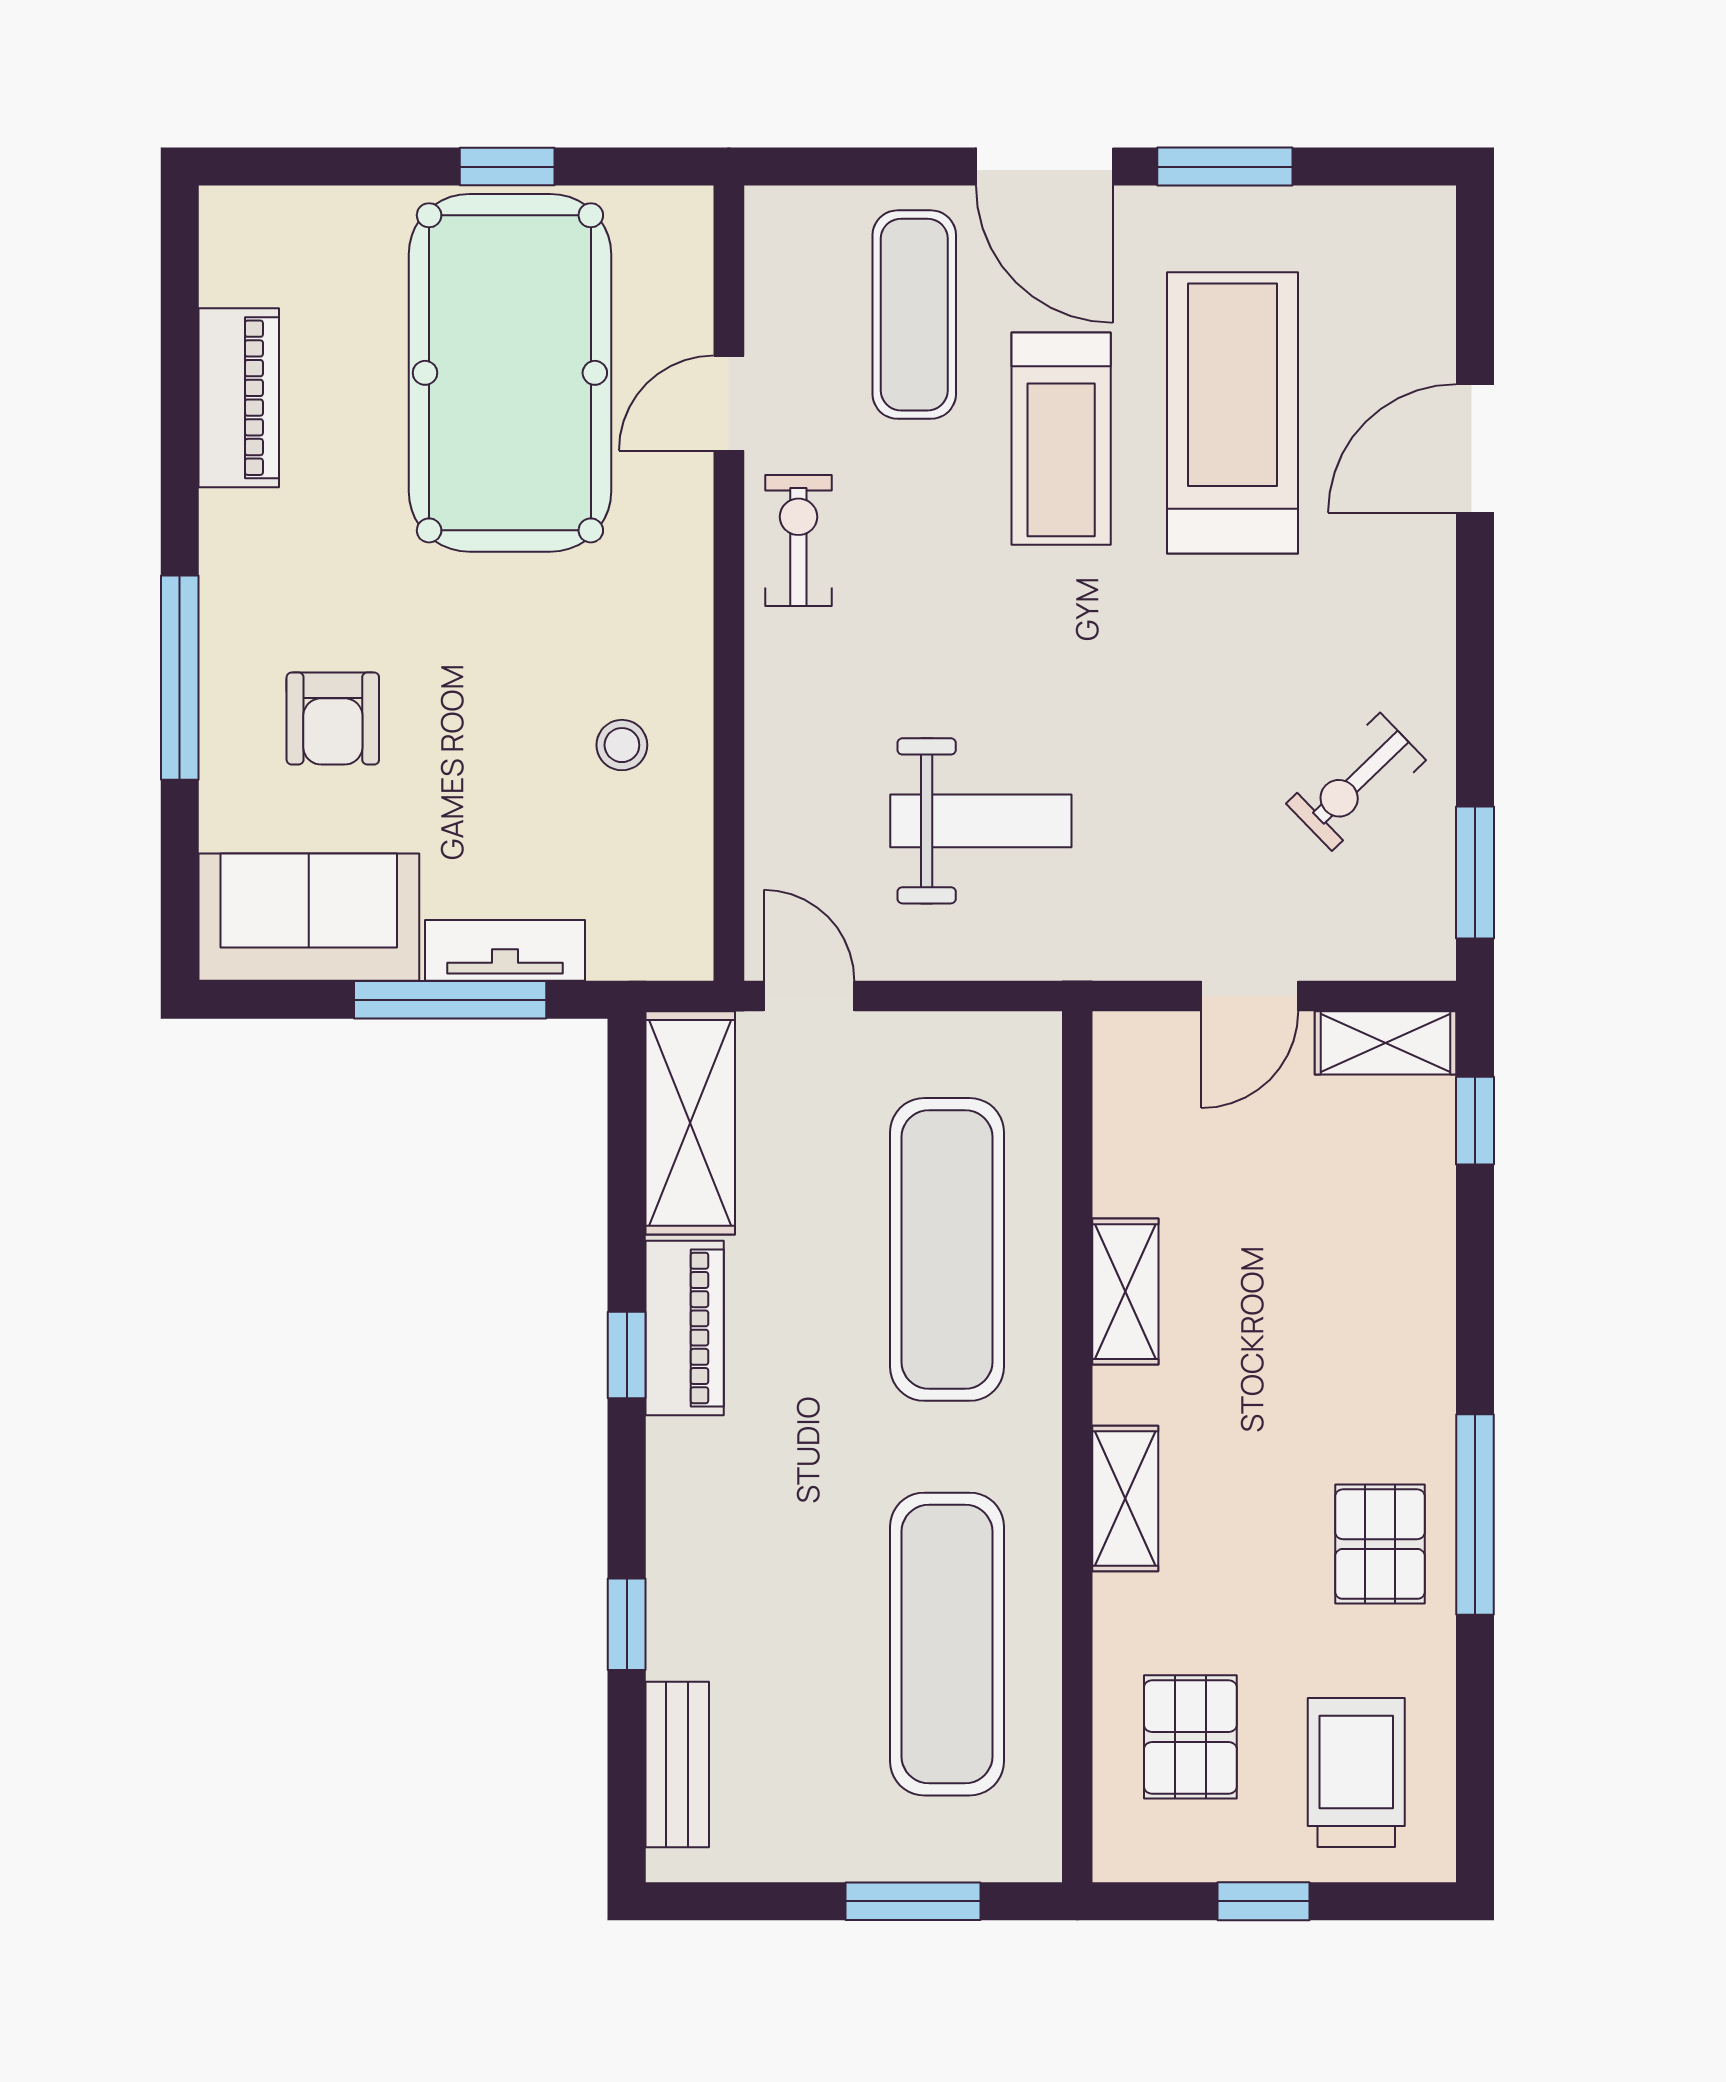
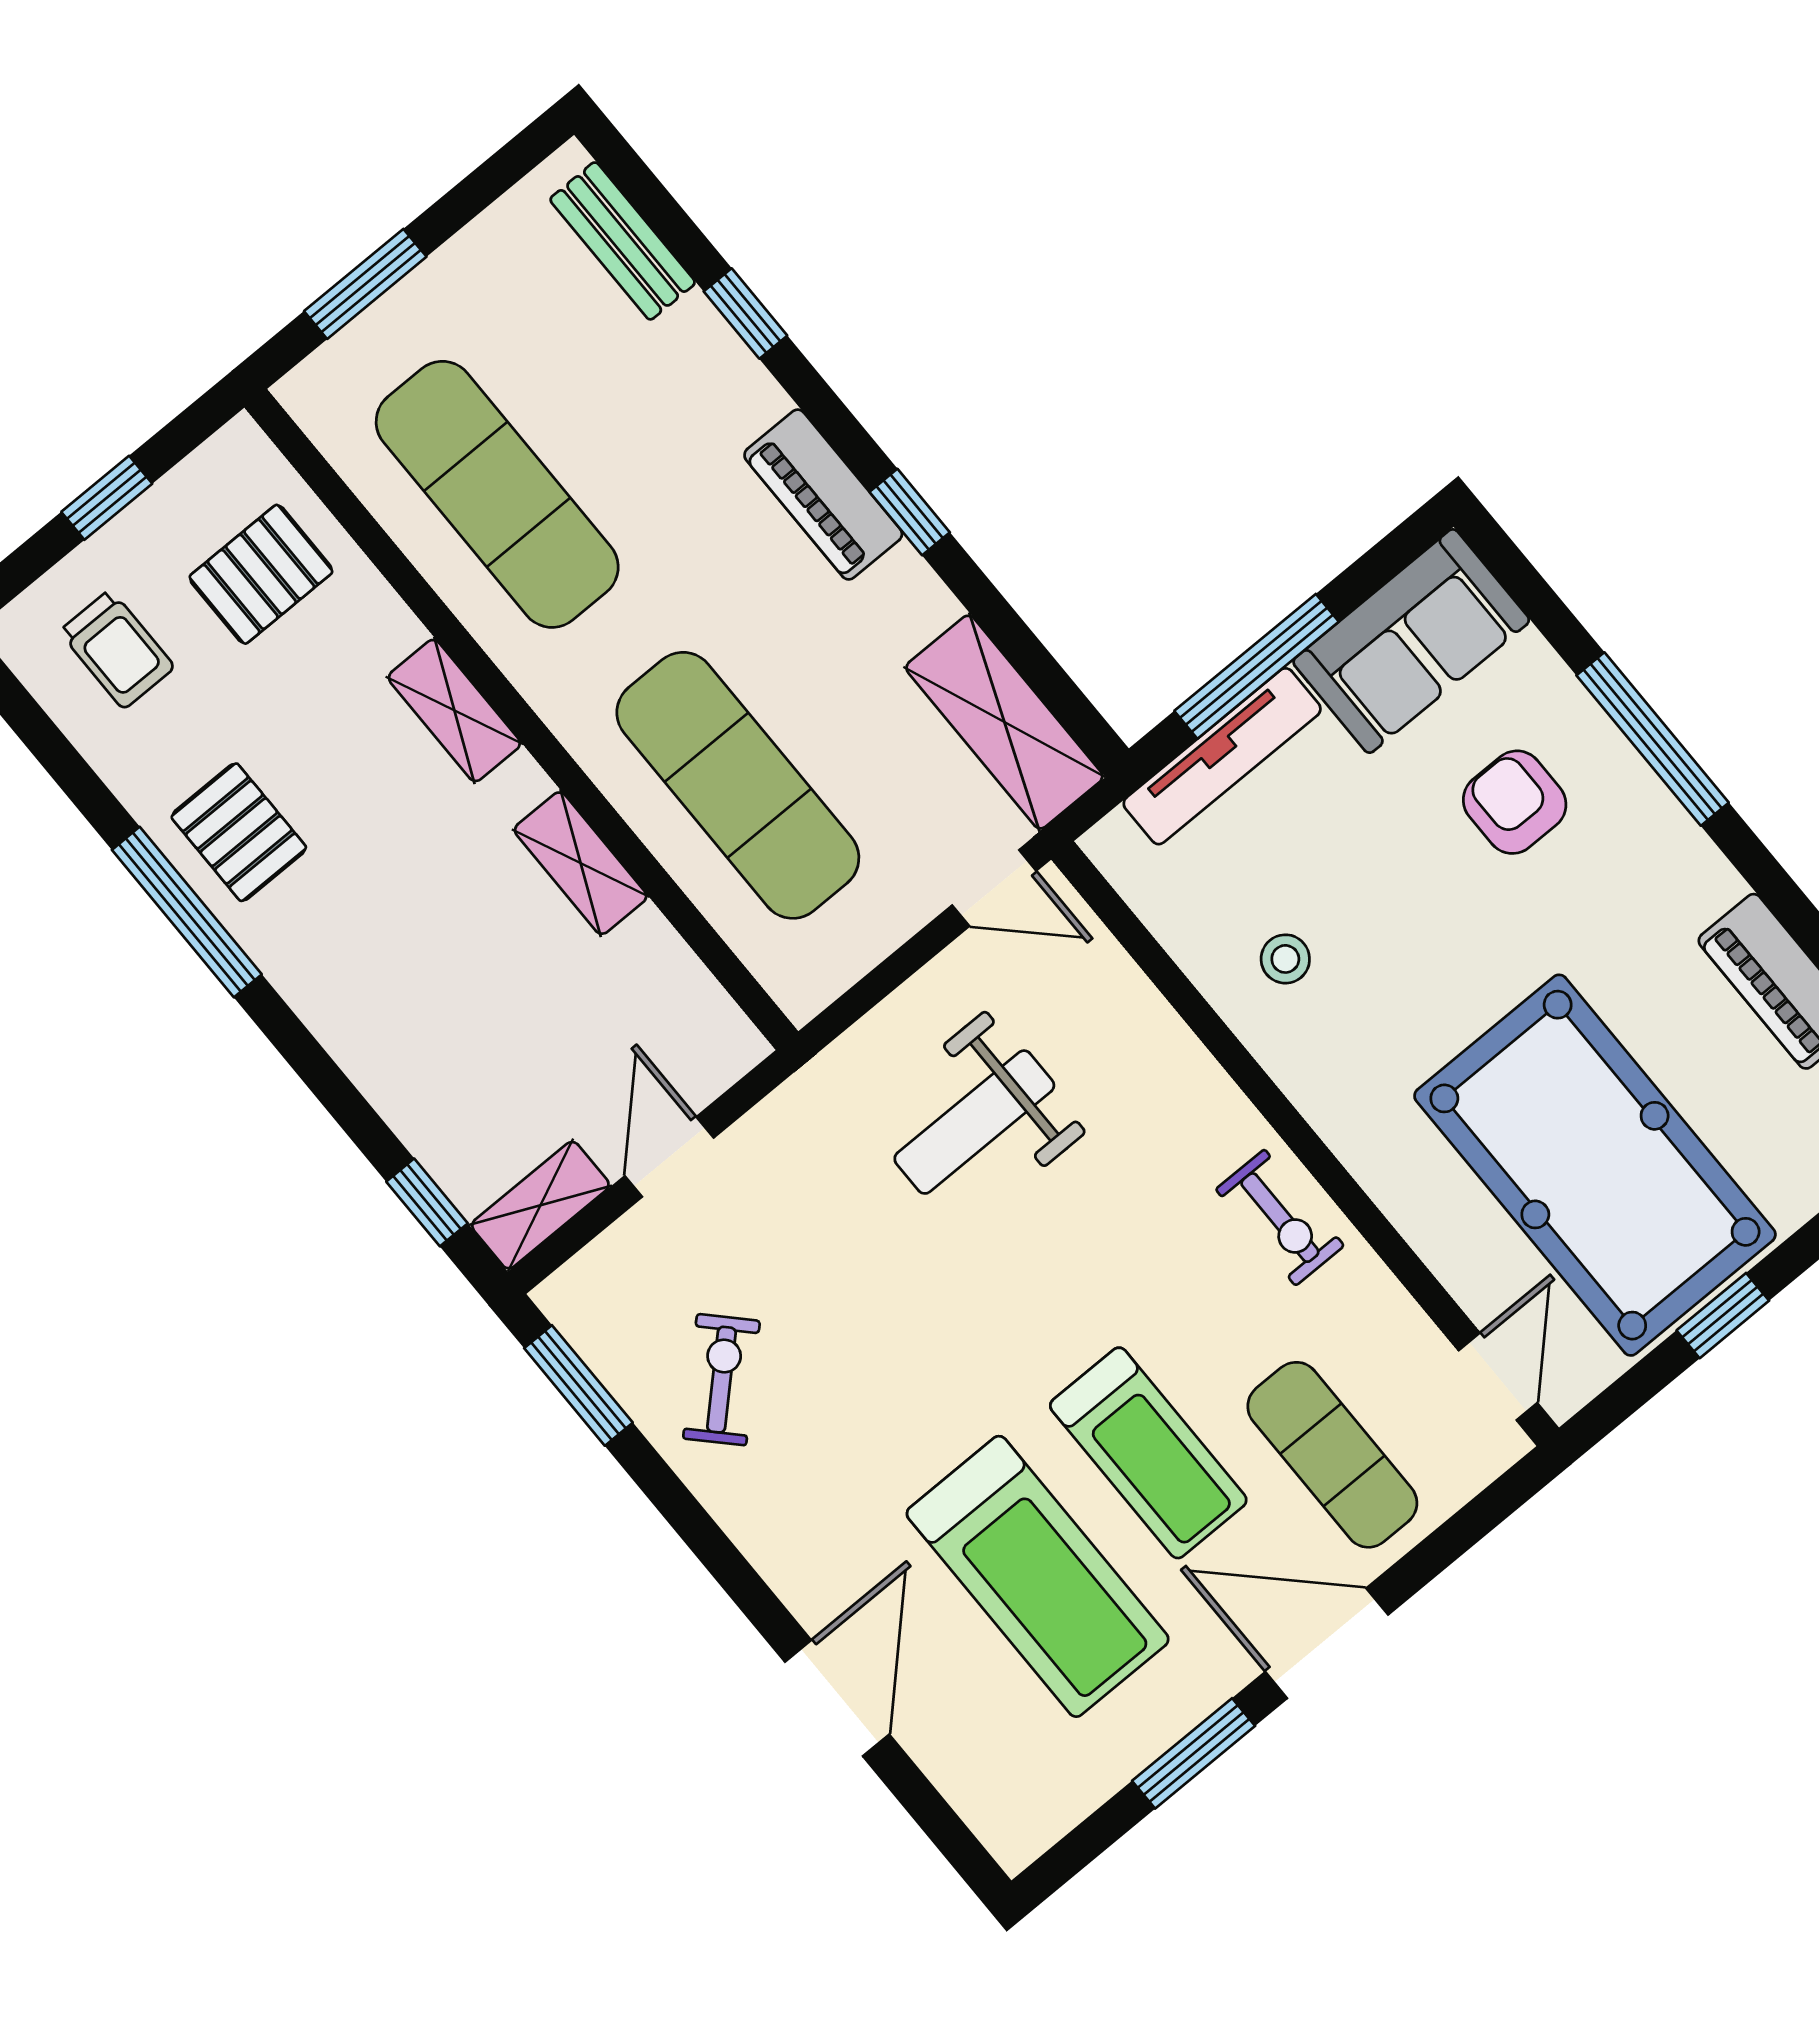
door: (729, 403) -> (1498, 1377), moved
treadmill: (1061, 439) -> (1148, 1453), turned 180
tv unit: (505, 950) -> (1222, 756), width x1.41
piano: (685, 1328) -> (823, 495), moved
pallet: (1190, 1737) -> (261, 574), turned 90
trolley: (1356, 1772) -> (117, 649), width x0.73, depth x0.72

